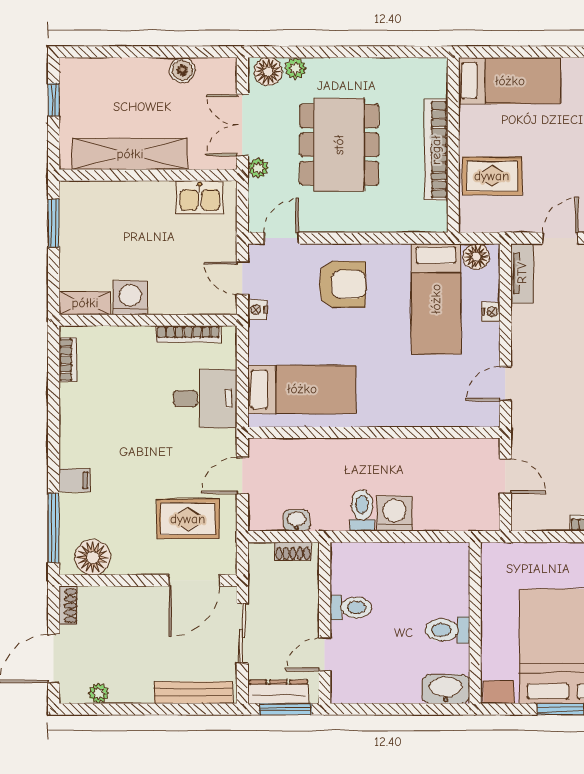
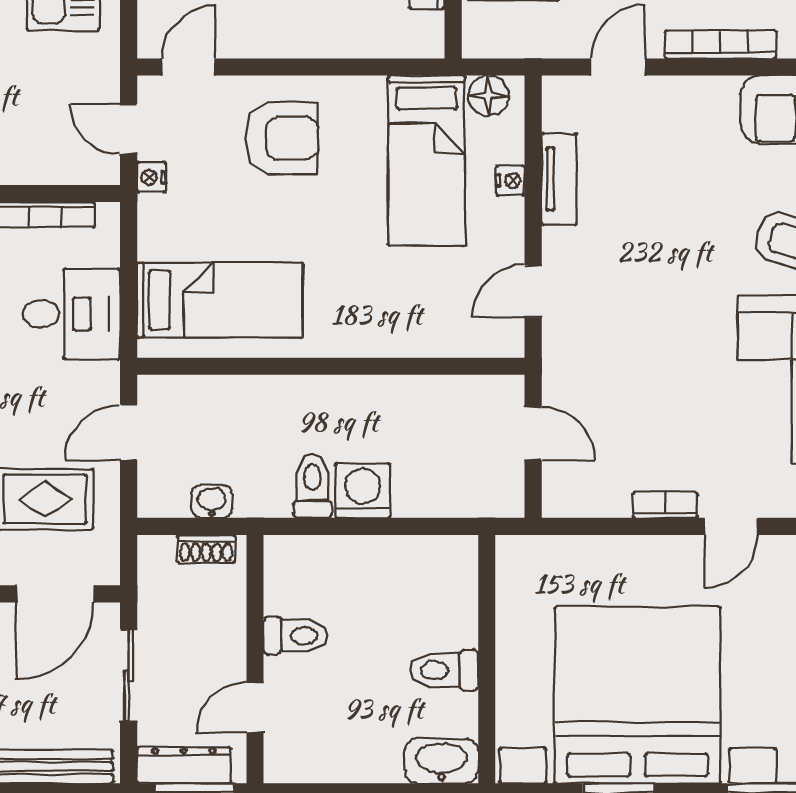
tv unit: (522, 273) -> (559, 179), moved

